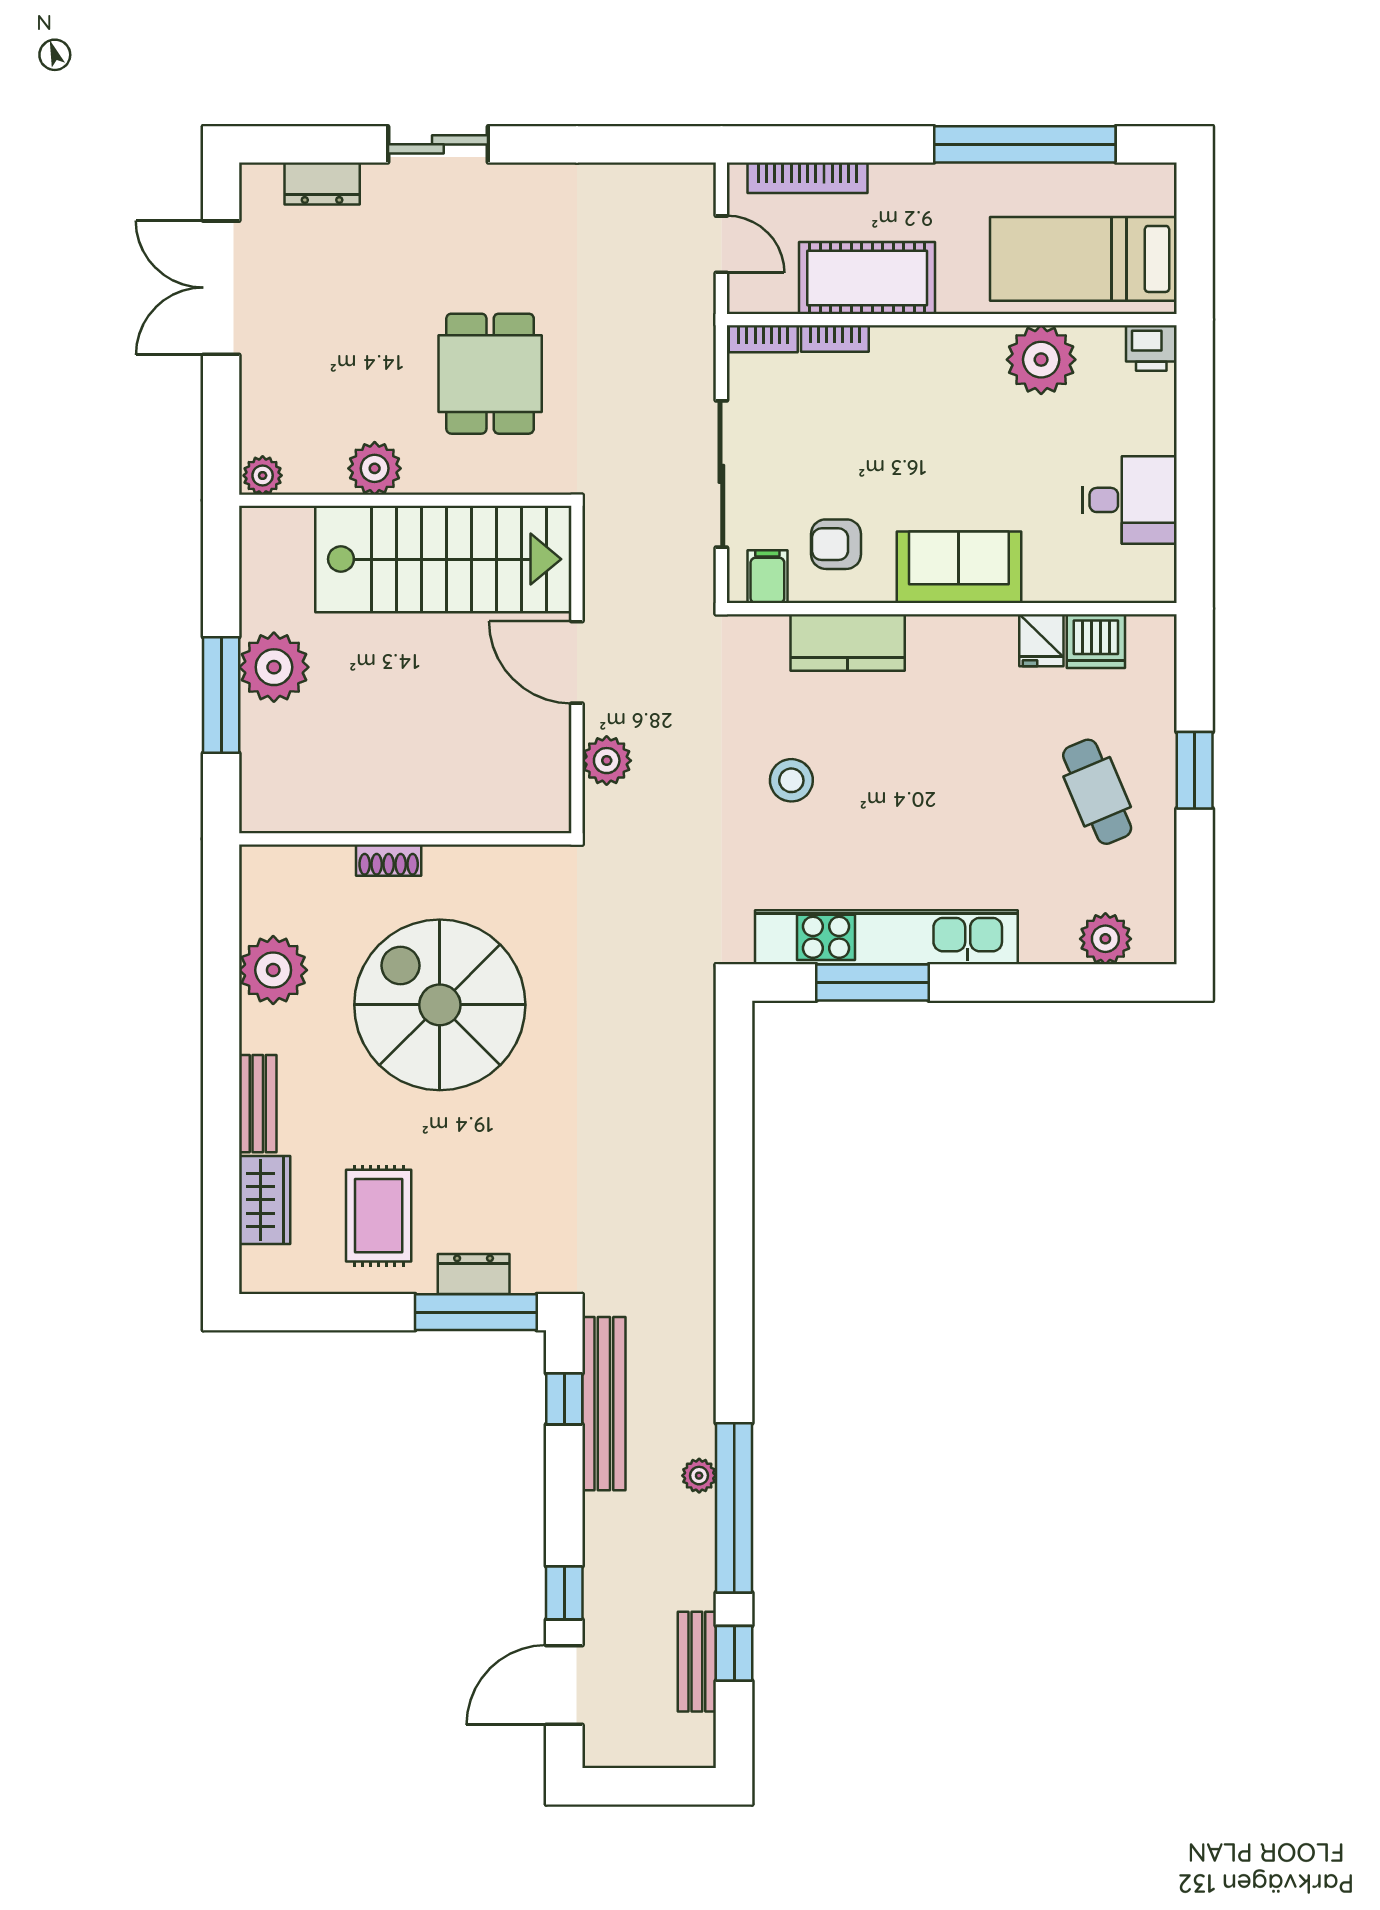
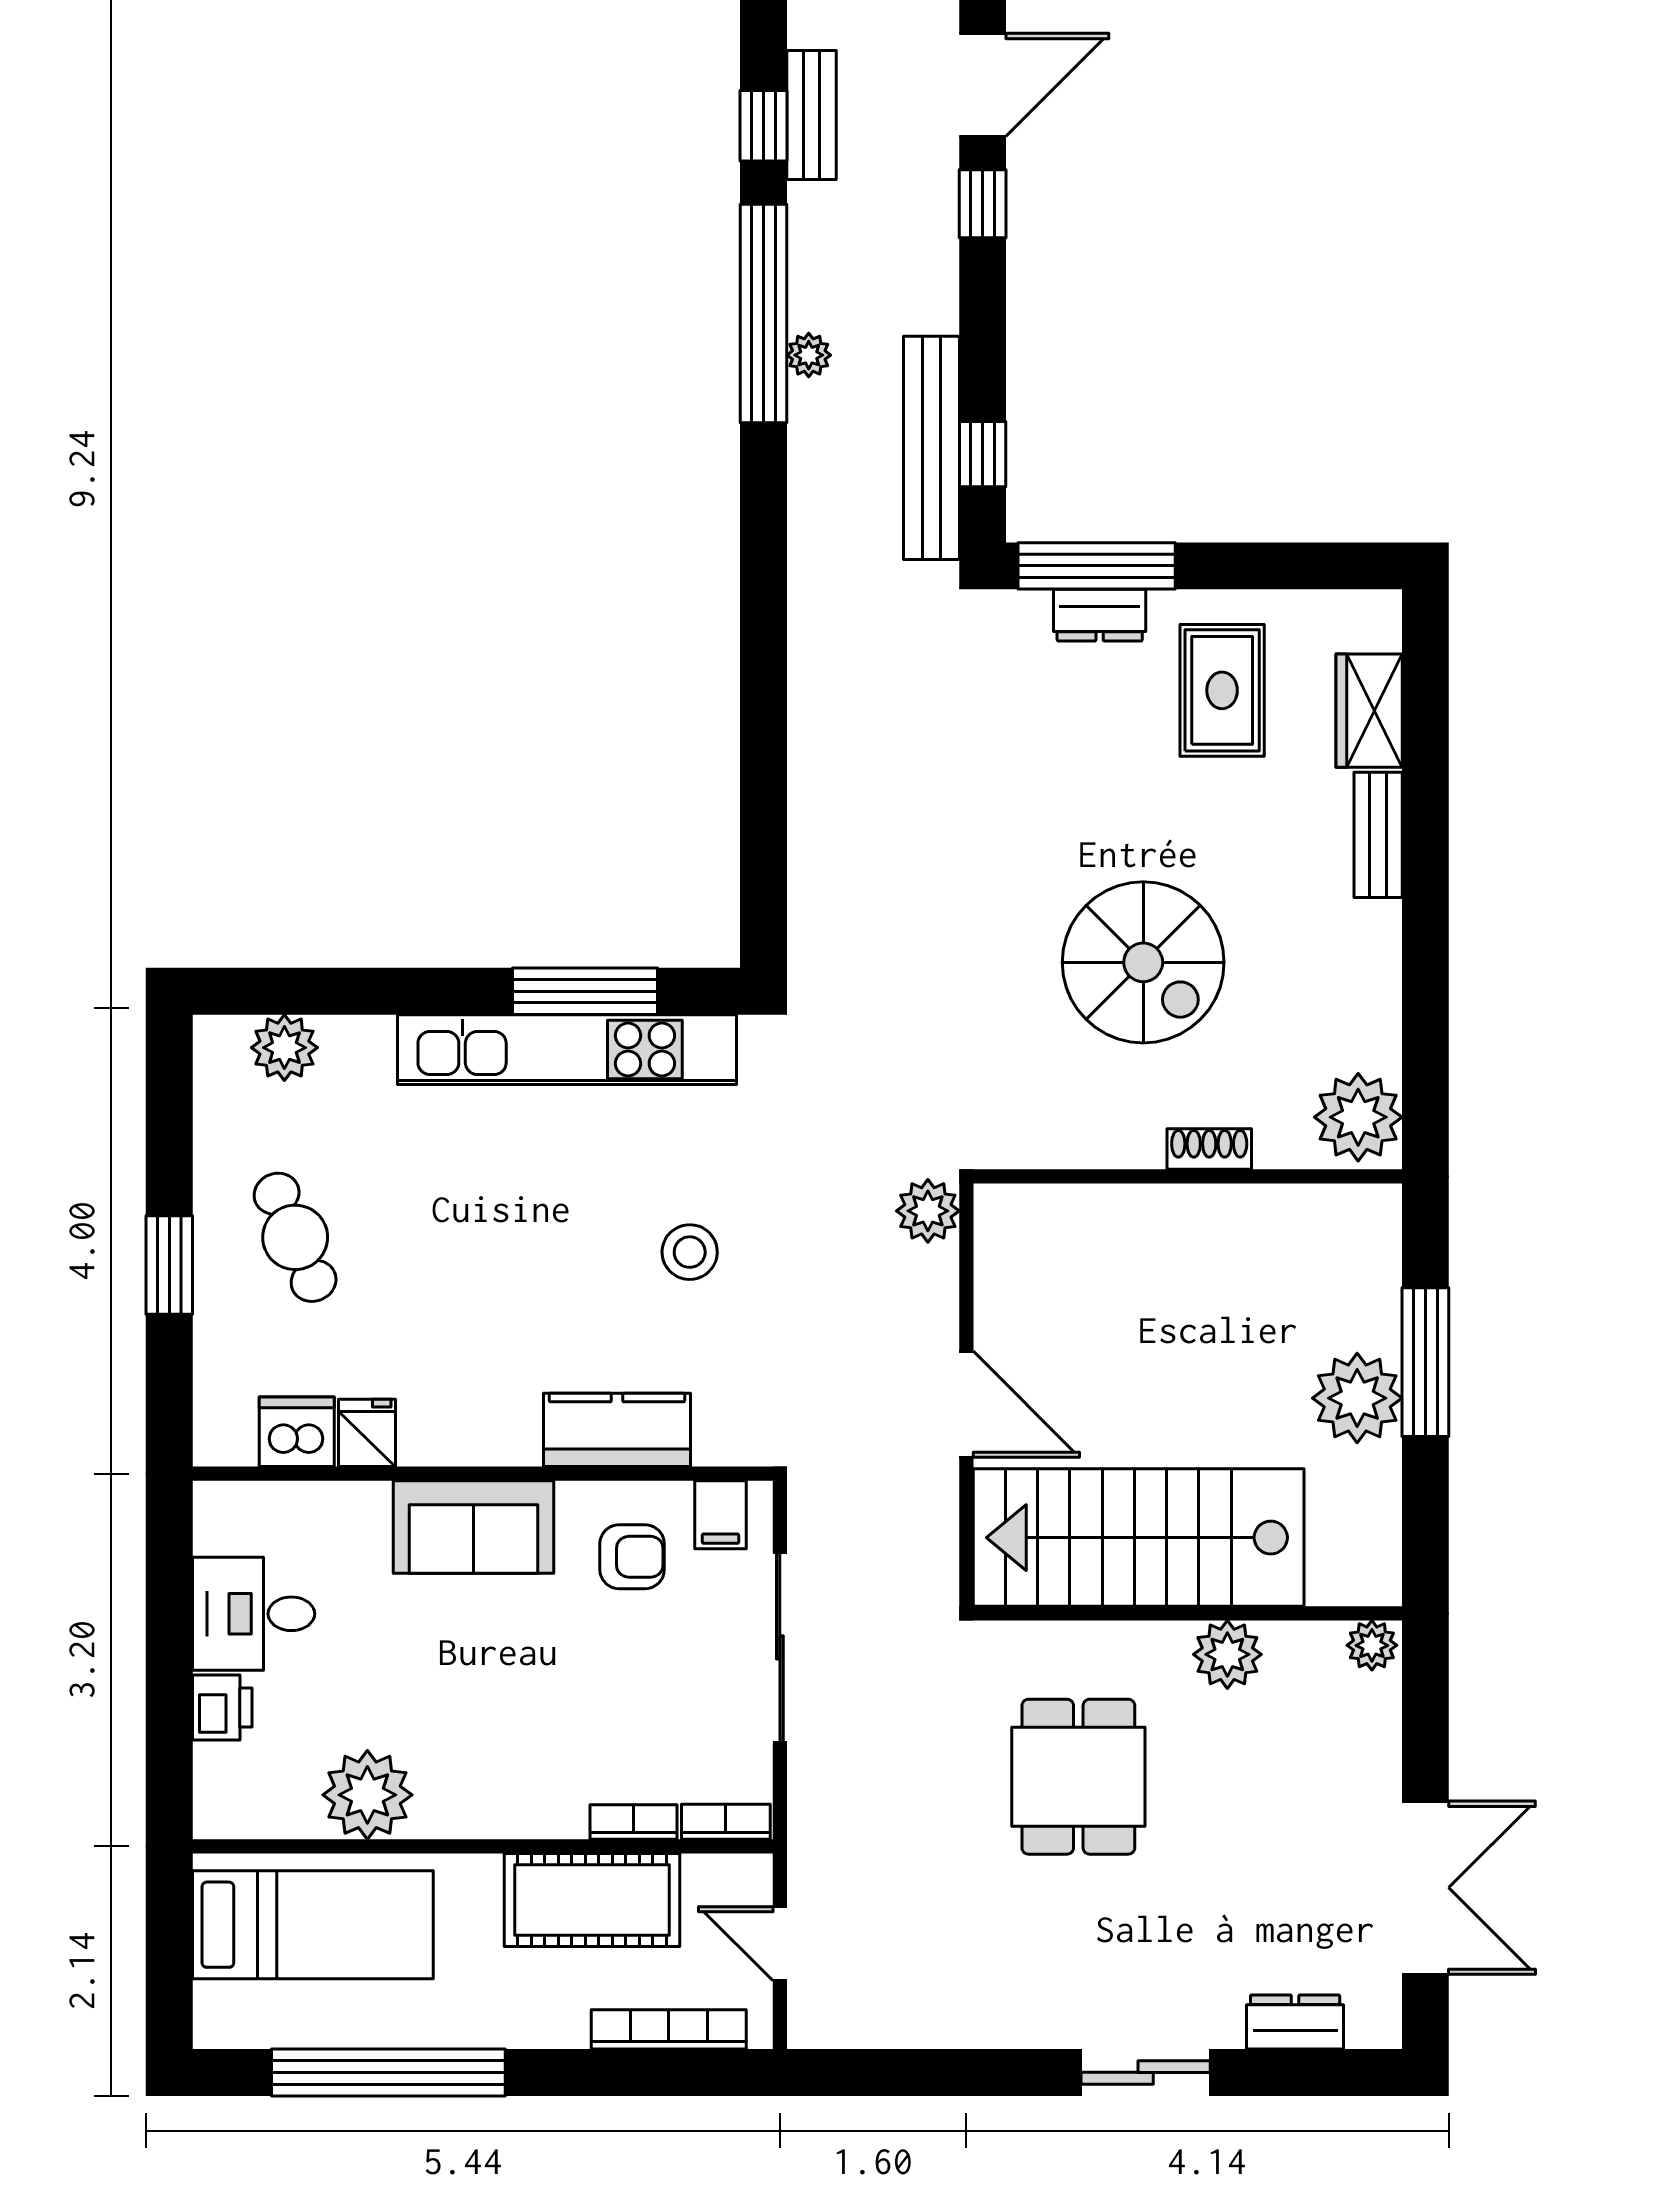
printer: (1151, 348) -> (222, 1708), moved, turned 90
plant: (607, 761) -> (928, 1211), moved
plant: (273, 970) -> (1358, 1117), moved
spiral stairs: (440, 1005) -> (1143, 962), width x0.73, depth x0.73

